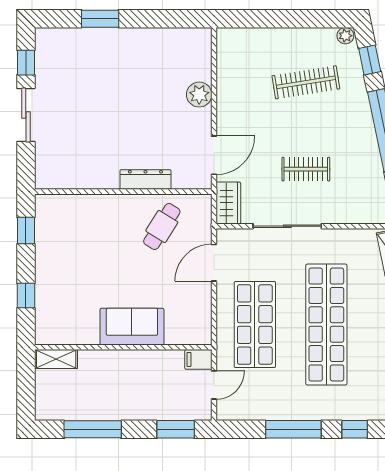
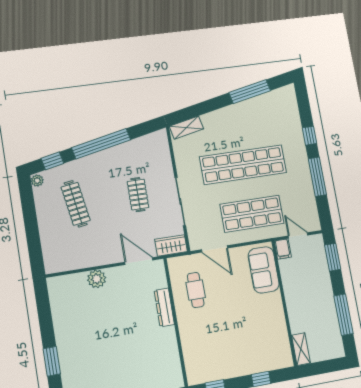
cafe table: (162, 226) -> (196, 290), turned 58
sofa: (132, 327) -> (264, 270), moved

